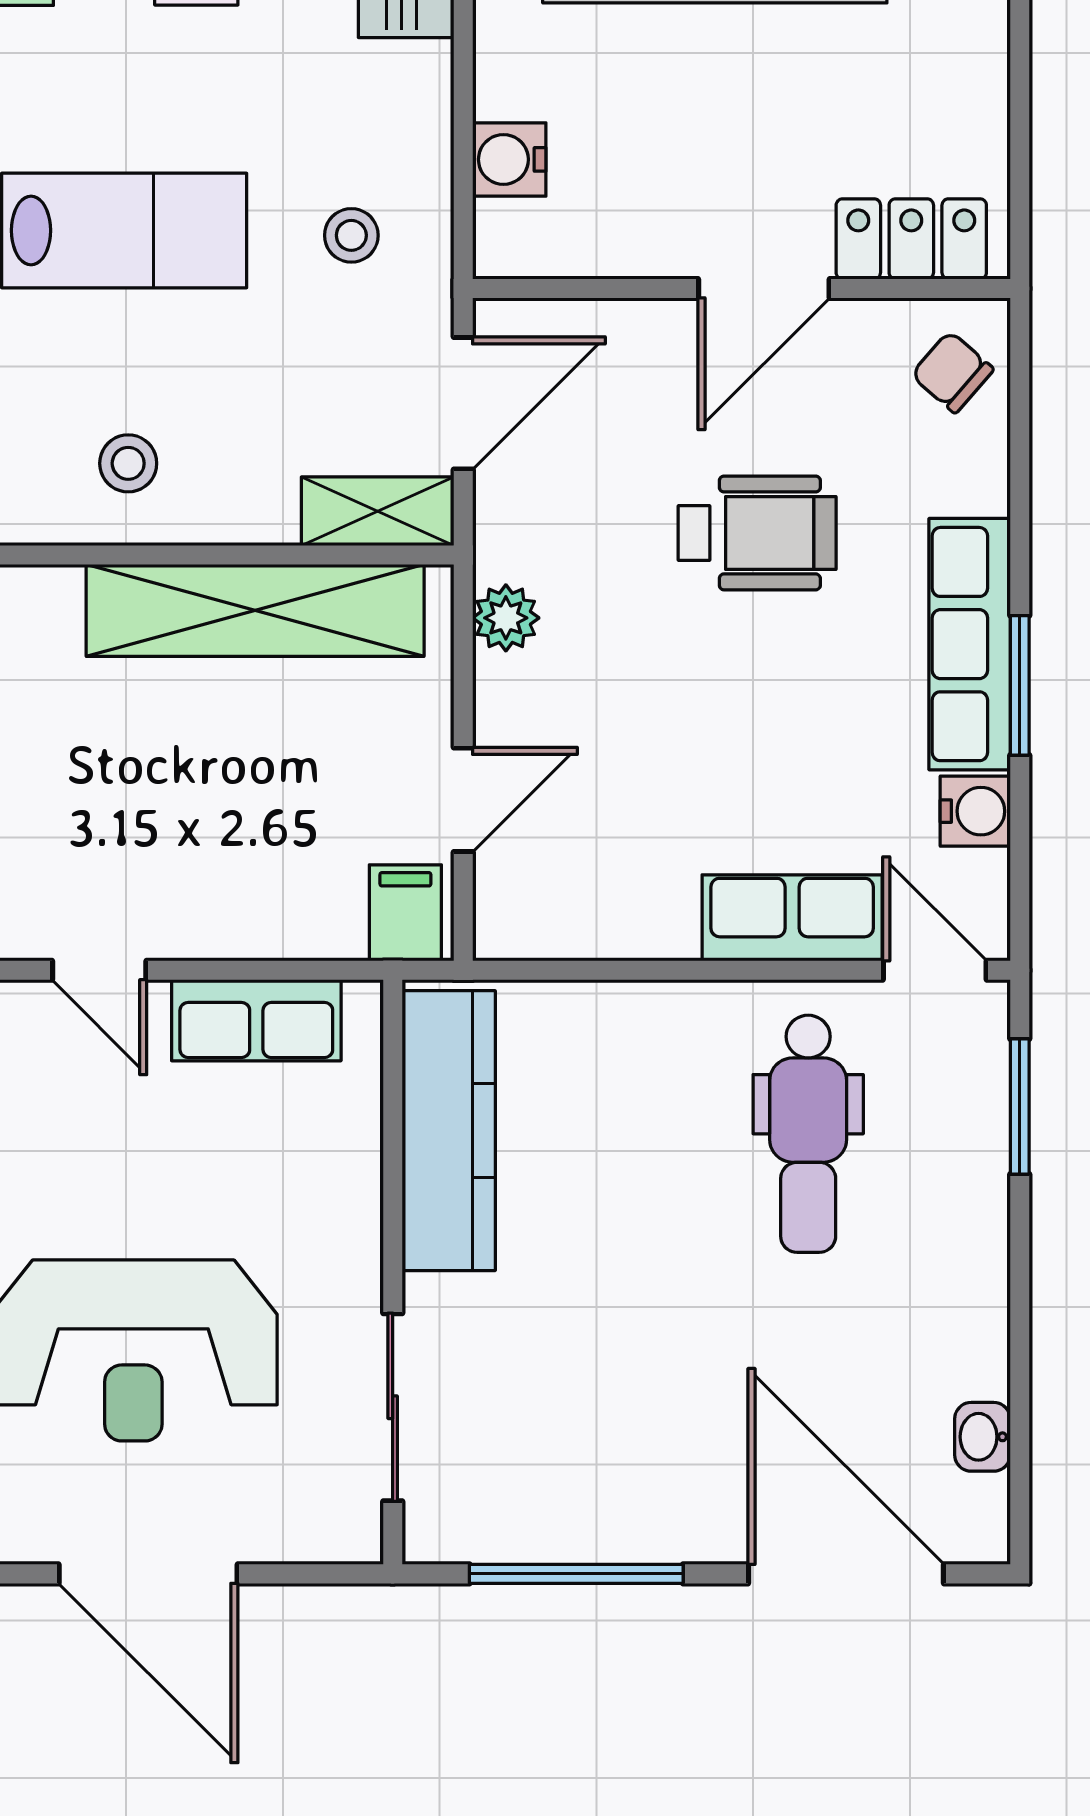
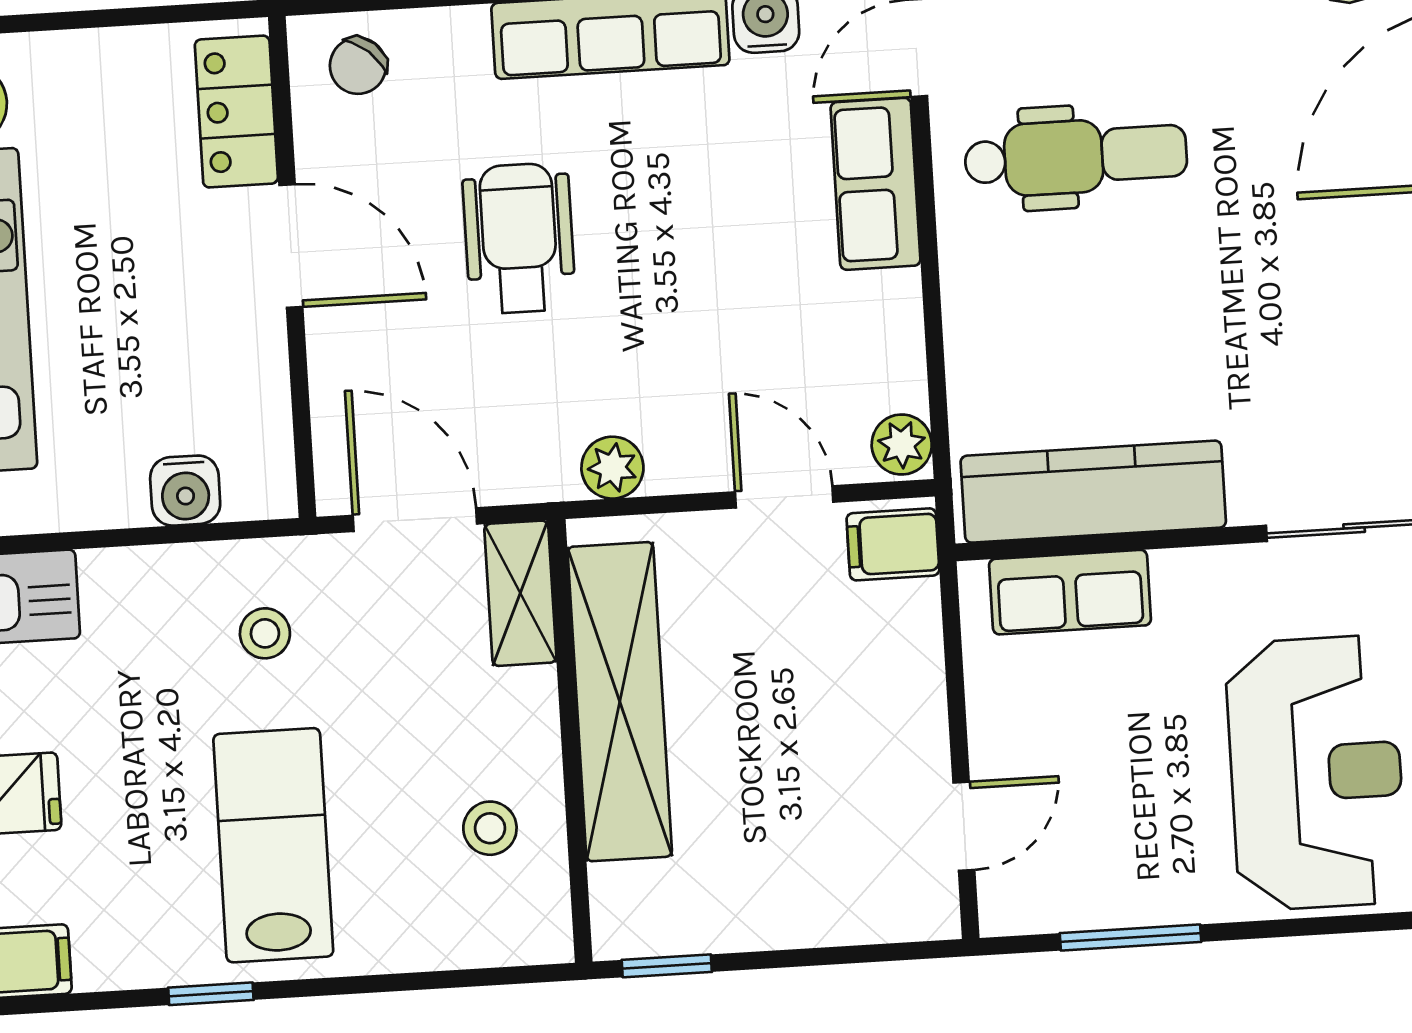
plant: (512, 929) -> (902, 445), added
row of seats: (256, 1020) -> (1070, 592), moved, turned 90

